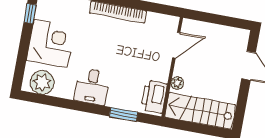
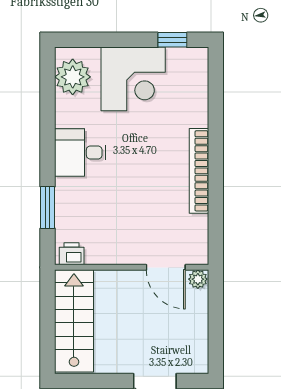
plant: (177, 83) -> (198, 279), moved
printer: (154, 97) -> (72, 254), width x0.53, depth x0.68

